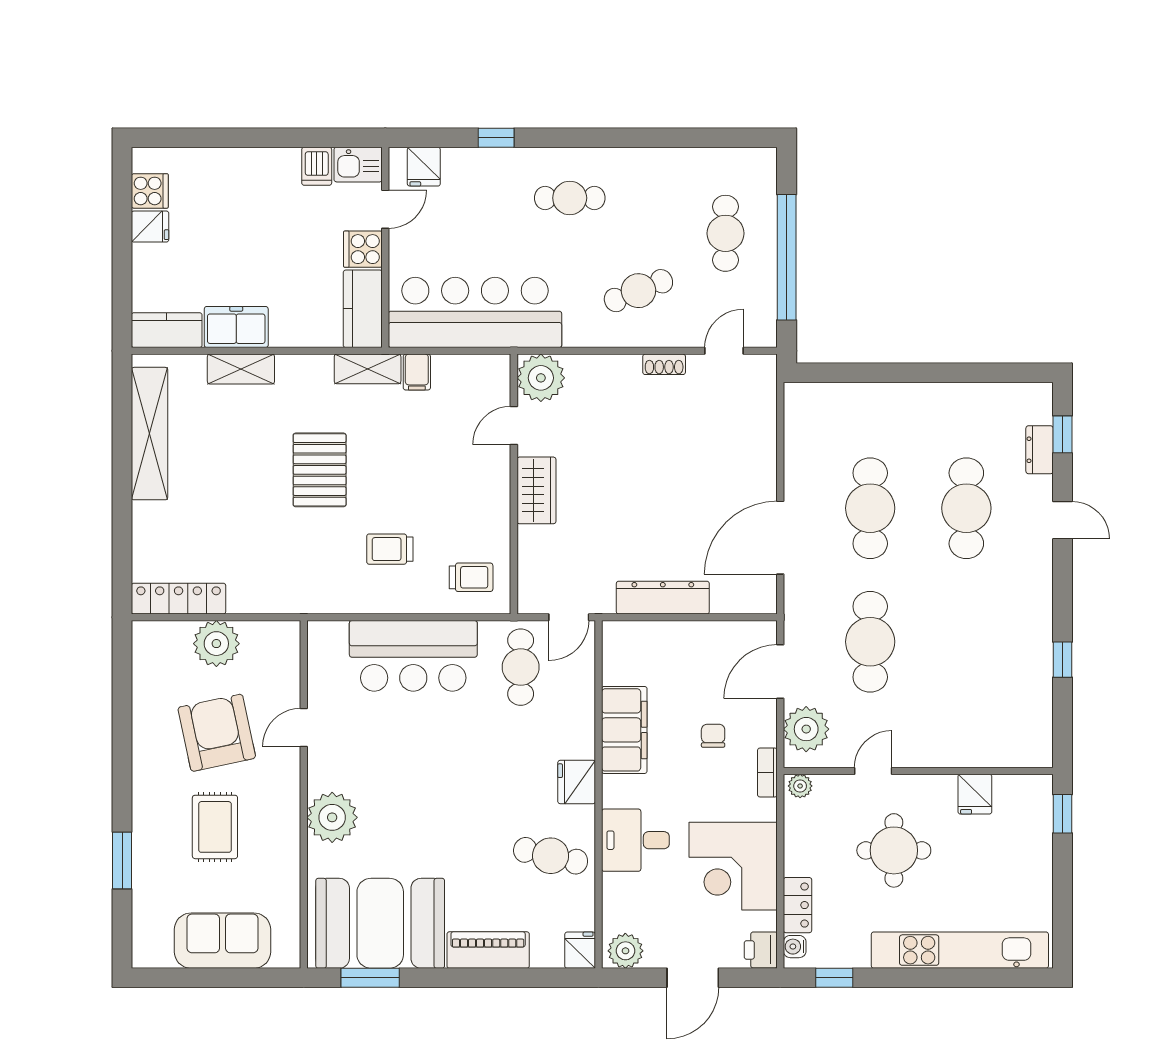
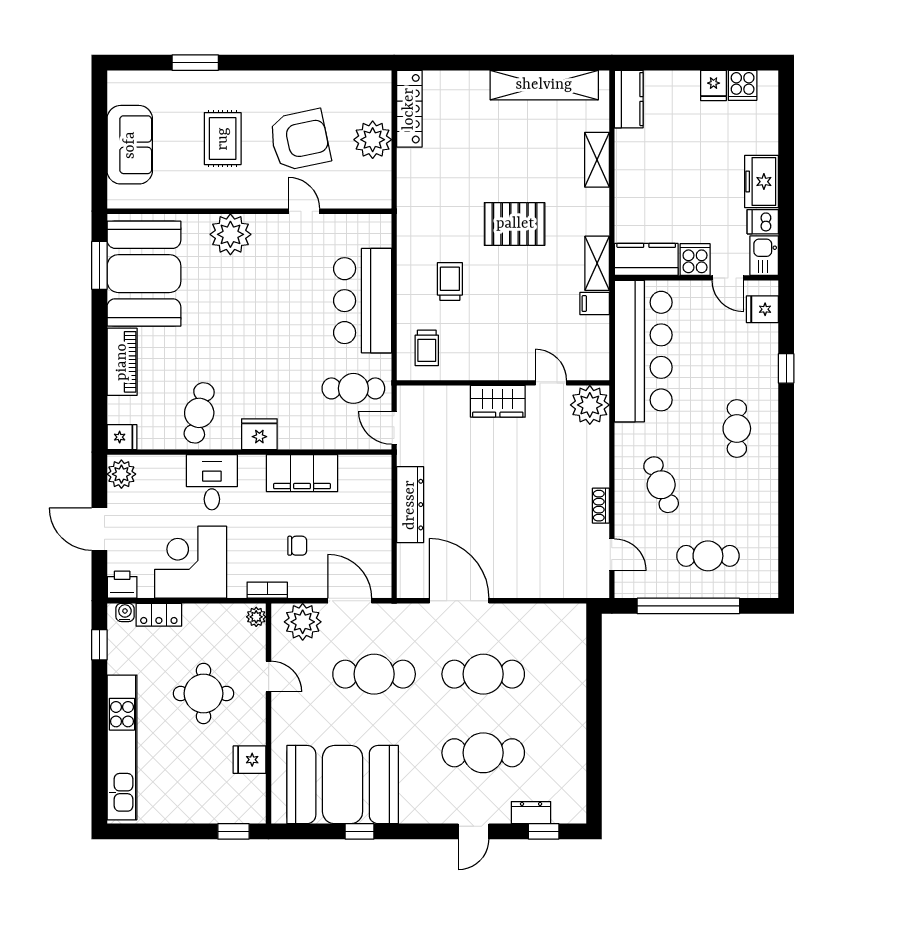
freezer: (236, 327) -> (762, 182), moved, turned 180
booth: (1005, 680) -> (343, 785), added
rug: (215, 827) -> (223, 139), turned 90

